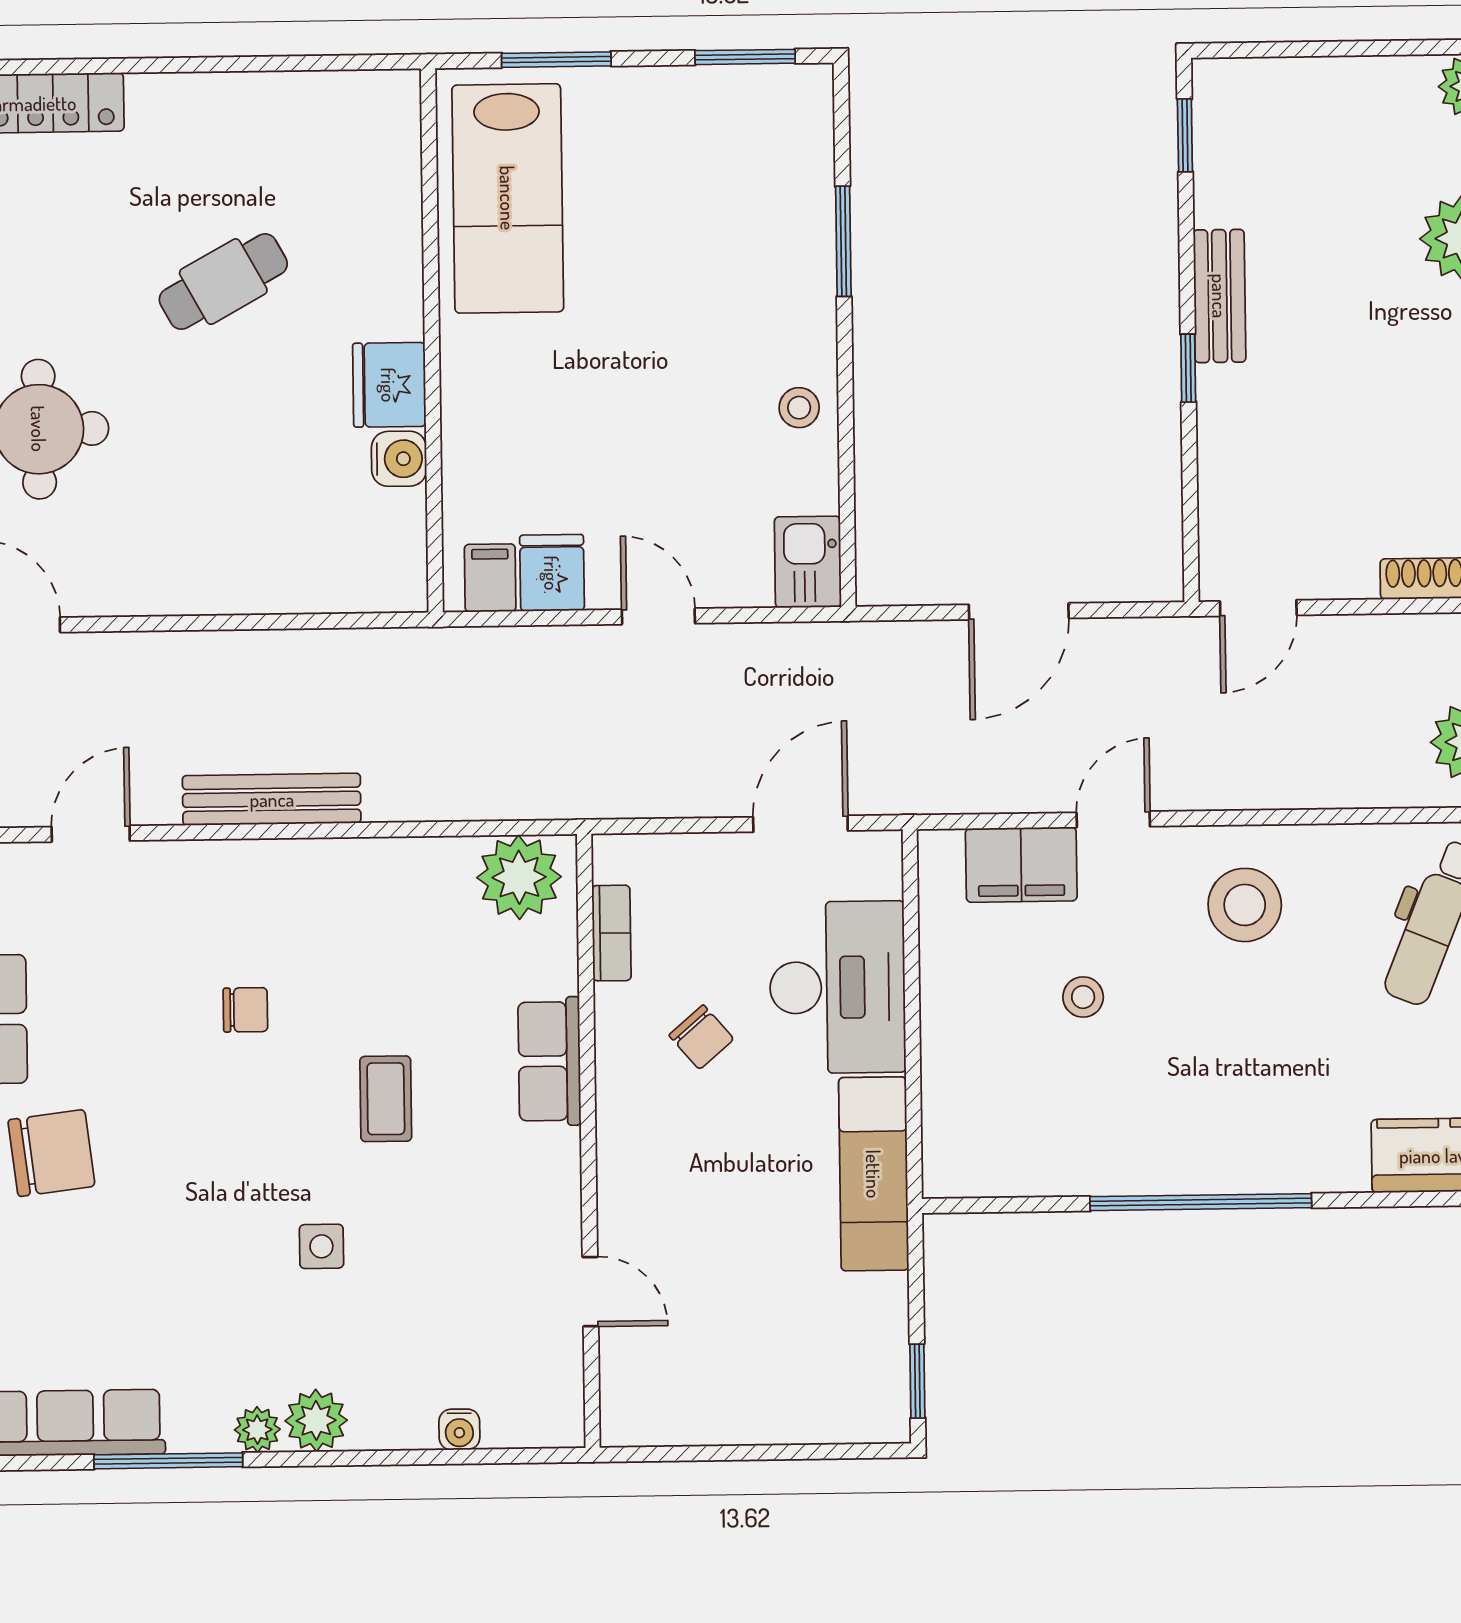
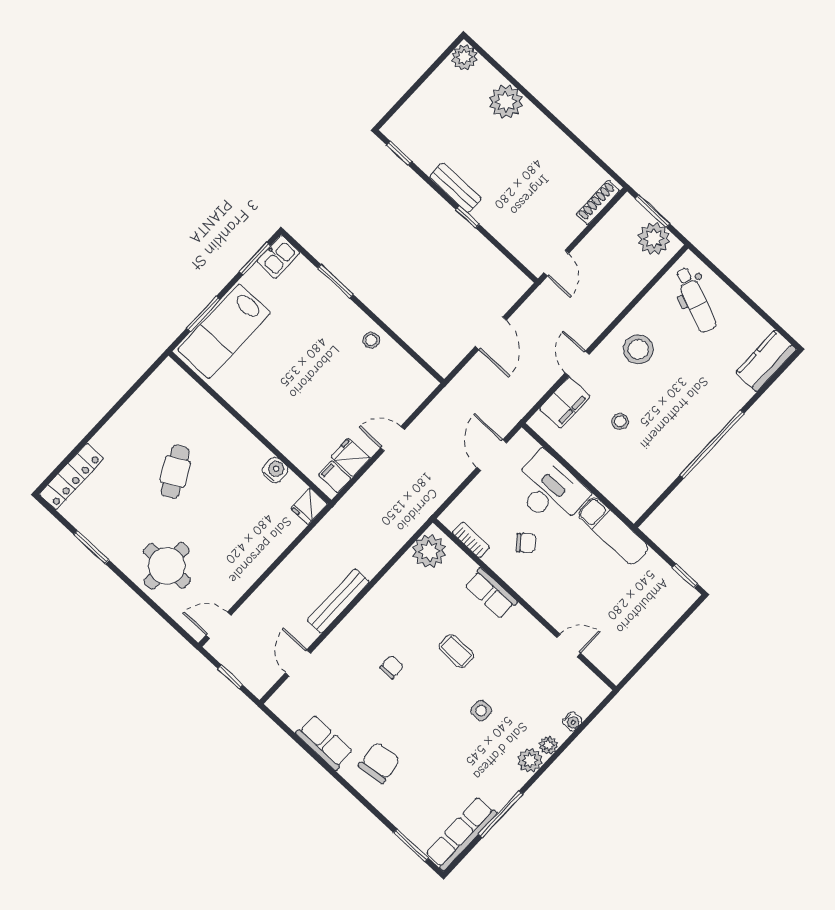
lab bench: (508, 198) -> (224, 331), moved, turned 90
fridge: (389, 385) -> (309, 506), moved, width x0.72
kitchen sink: (808, 562) -> (278, 257), moved, turned -90
plant: (257, 1430) -> (548, 745), moved

